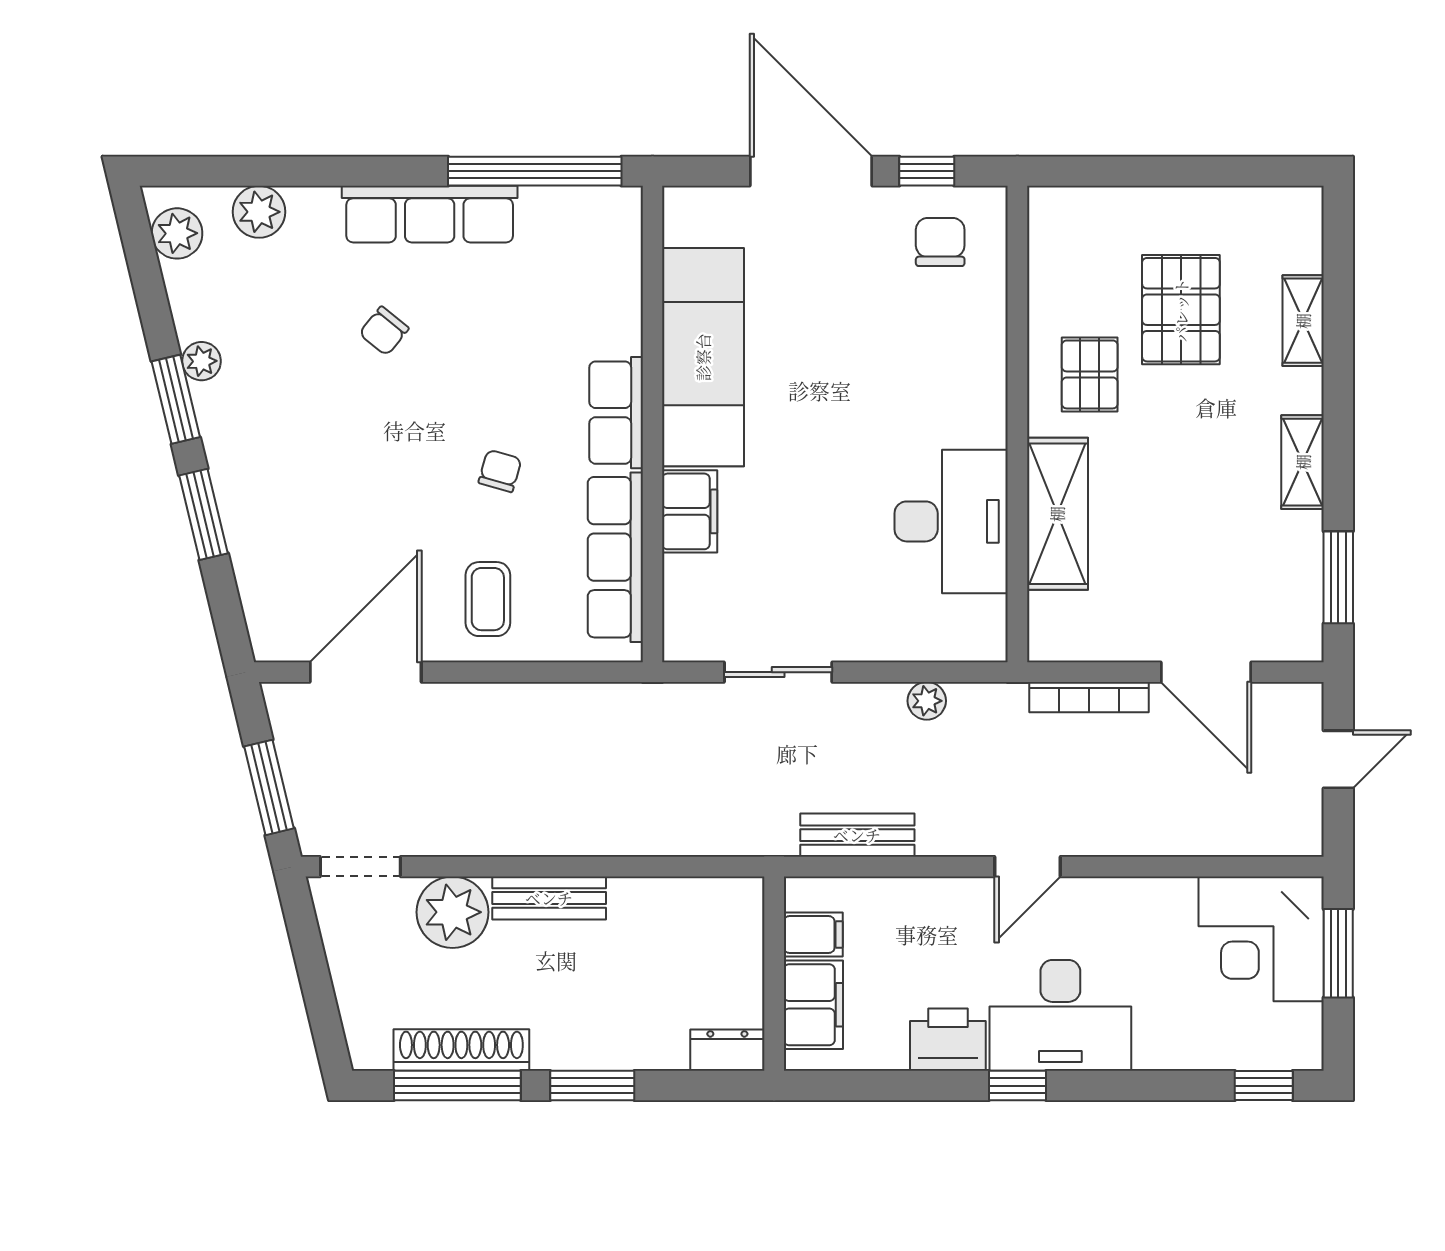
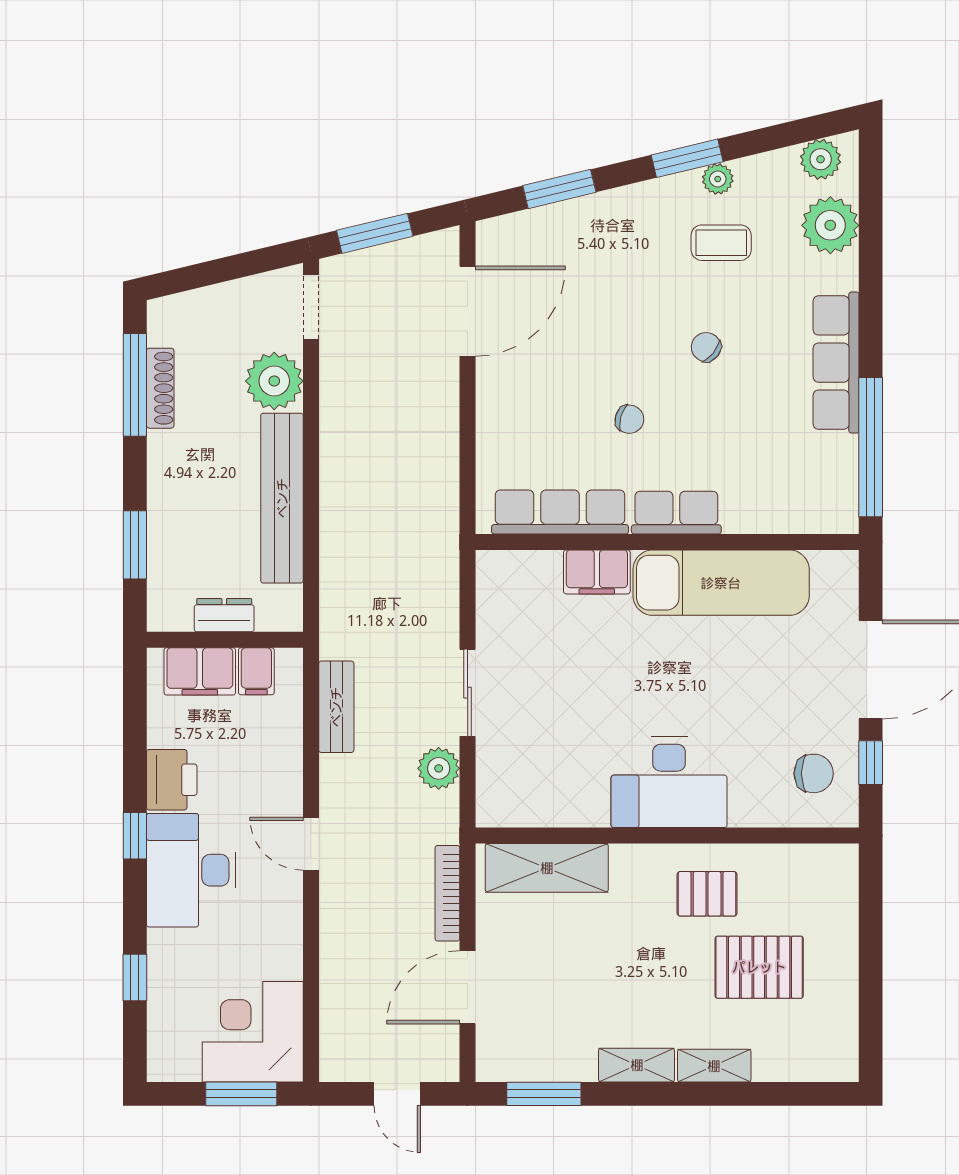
plant: (259, 212) -> (830, 225), width x1.36, depth x1.36
shelving: (1303, 321) -> (714, 1066), moved
chair: (384, 331) -> (706, 347), moved
window: (203, 514) -> (559, 189), moved
shelving: (1057, 514) -> (547, 868), moved
desk: (951, 521) -> (669, 782), moved
coffee table: (488, 599) -> (721, 243), moved
door: (366, 672) -> (468, 311), hinge flipped
sliding door: (778, 672) -> (468, 693), moved
plant: (927, 701) -> (439, 768), width x1.38, depth x1.38
bench: (549, 898) -> (282, 498), width x1.86, depth x1.21
shoe rack: (461, 1050) -> (160, 388), width x0.74, depth x0.81
dresser: (727, 1050) -> (224, 615), moved, turned -90
window: (592, 1086) -> (135, 545), moved
window: (1264, 1086) -> (135, 977), moved

